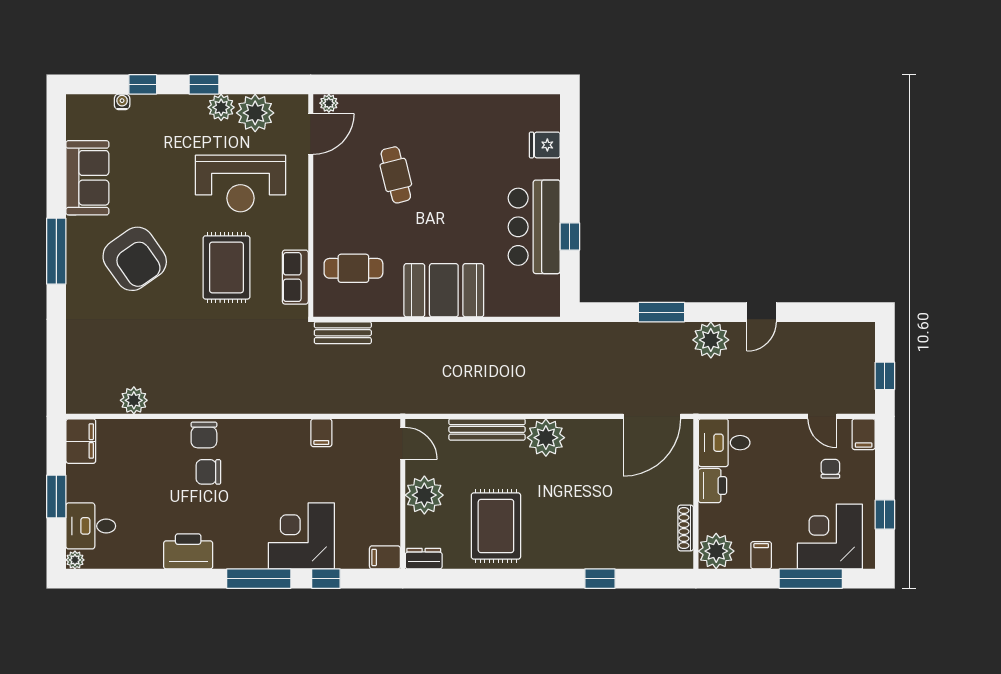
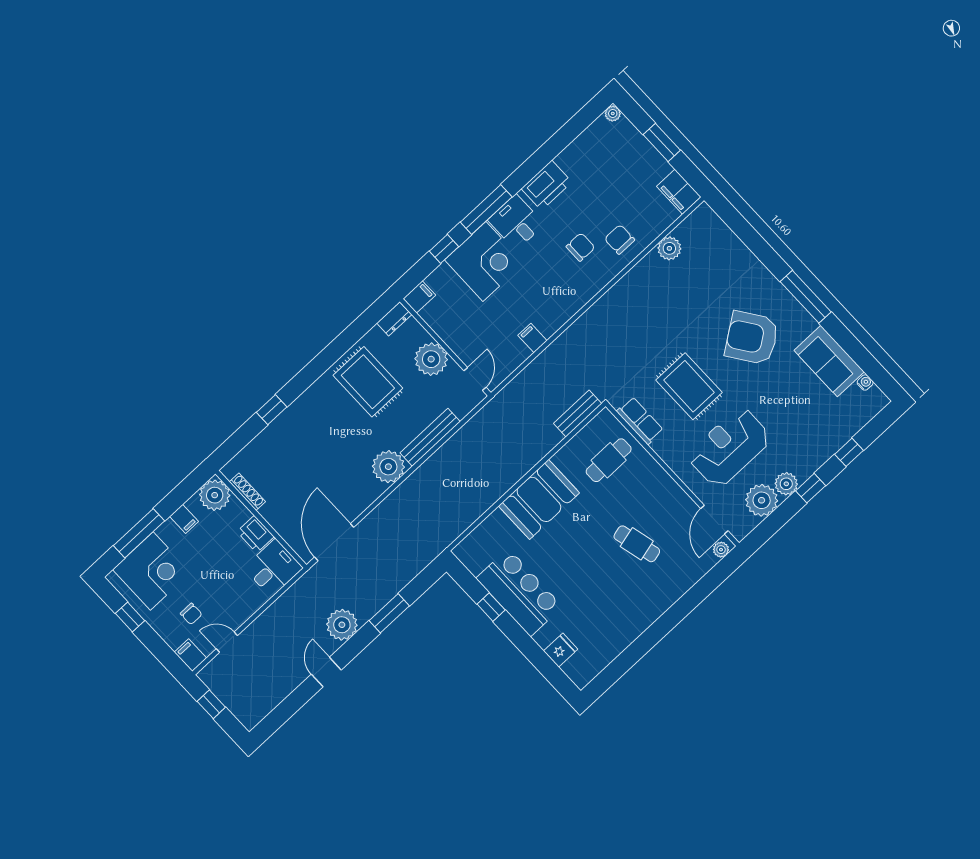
water cooler: (122, 102) -> (865, 382), moved, turned -90
chair: (204, 435) -> (620, 239), moved
door: (403, 443) -> (475, 379), swing flipped
desk: (91, 526) -> (516, 222), moved, turned -90

